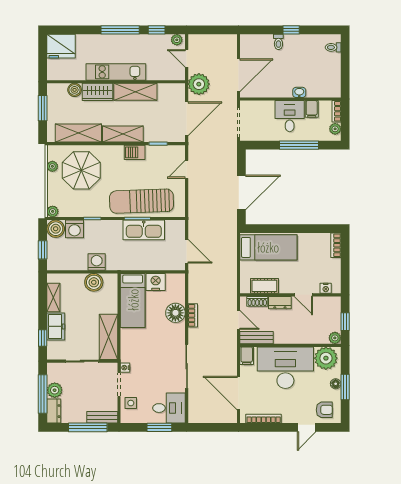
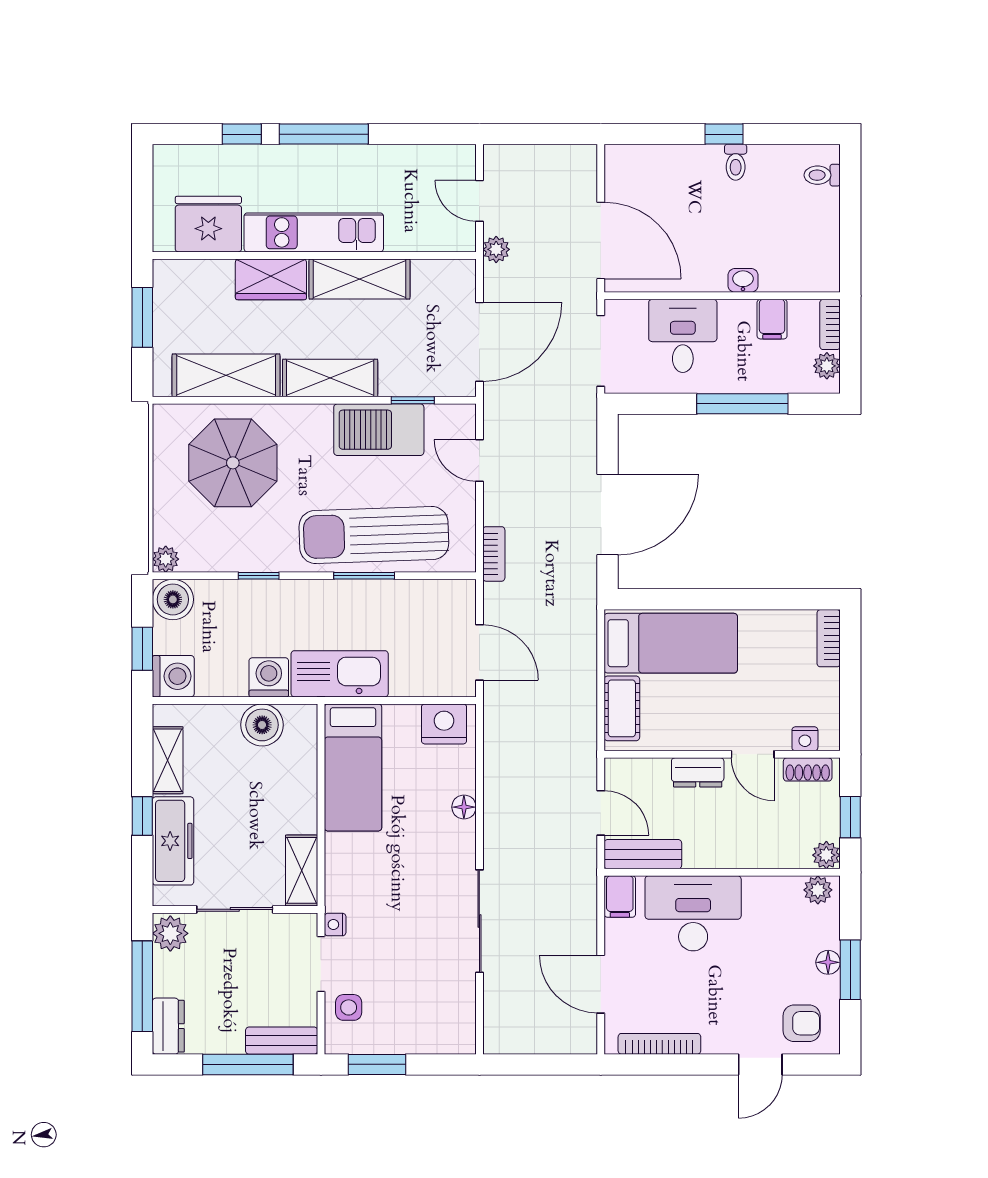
window: (157, 30) -> (242, 134), moved
plant: (177, 40) -> (456, 157), removed
toilet: (278, 42) -> (736, 162), moved
fridge: (61, 46) -> (208, 224), moved, turned 180
door: (239, 75) -> (601, 240), hinge flipped
plant: (199, 84) -> (496, 249), width x0.53, depth x0.53
boiler: (75, 90) -> (217, 275), removed
desk: (290, 116) -> (683, 336), moved
barbecue: (135, 152) -> (379, 430), width x1.88, depth x1.53
plant: (52, 166) -> (165, 453), removed
door: (187, 169) -> (479, 460), hinge flipped
washing machine: (74, 229) -> (173, 676), moved, turned -90
kitchen sink: (144, 230) -> (340, 674), moved, turned 180
nightstand: (156, 282) -> (444, 724), moved
cot: (264, 286) -> (622, 708), moved, turned 90
shoe rack: (257, 301) -> (808, 769), moved
floor lamp: (175, 313) -> (464, 807), width x0.53, depth x0.53
bookcase: (193, 315) -> (494, 554), moved
freezer: (56, 326) -> (173, 841), width x1.40
shelving: (108, 337) -> (302, 870), width x0.67, depth x0.75
window: (43, 338) -> (142, 816), moved
plant: (326, 358) -> (818, 890), width x0.53, depth x0.53
desk: (285, 368) -> (693, 913), width x0.73, depth x0.77
plant: (55, 390) -> (170, 933), moved
door: (239, 393) -> (601, 984), width x0.73
desk: (169, 408) -> (438, 1019), removed
window: (159, 427) -> (377, 1064), moved

